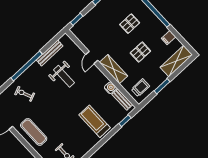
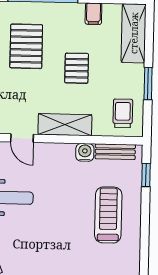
pallet: (130, 24) -> (26, 46), width x1.50, depth x1.42
treadmill: (95, 121) -> (108, 215), turned 90

